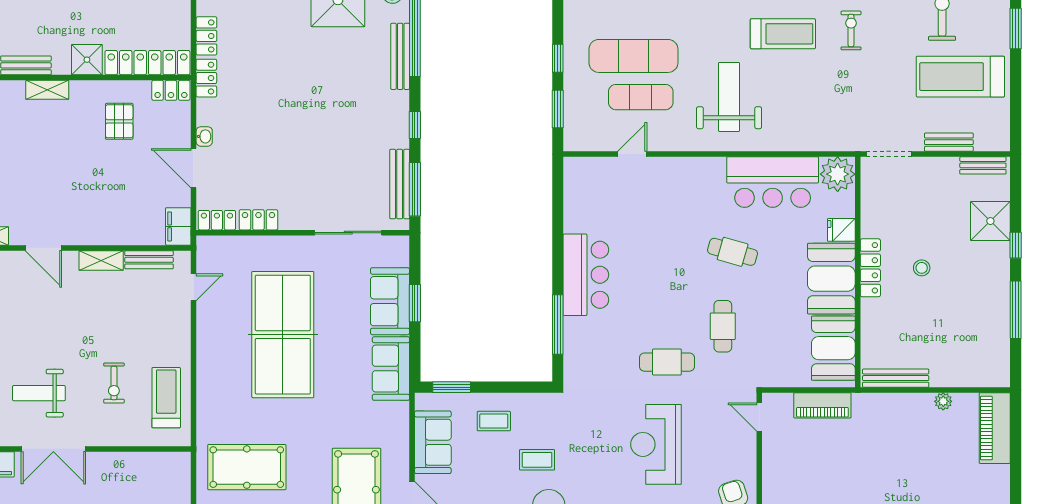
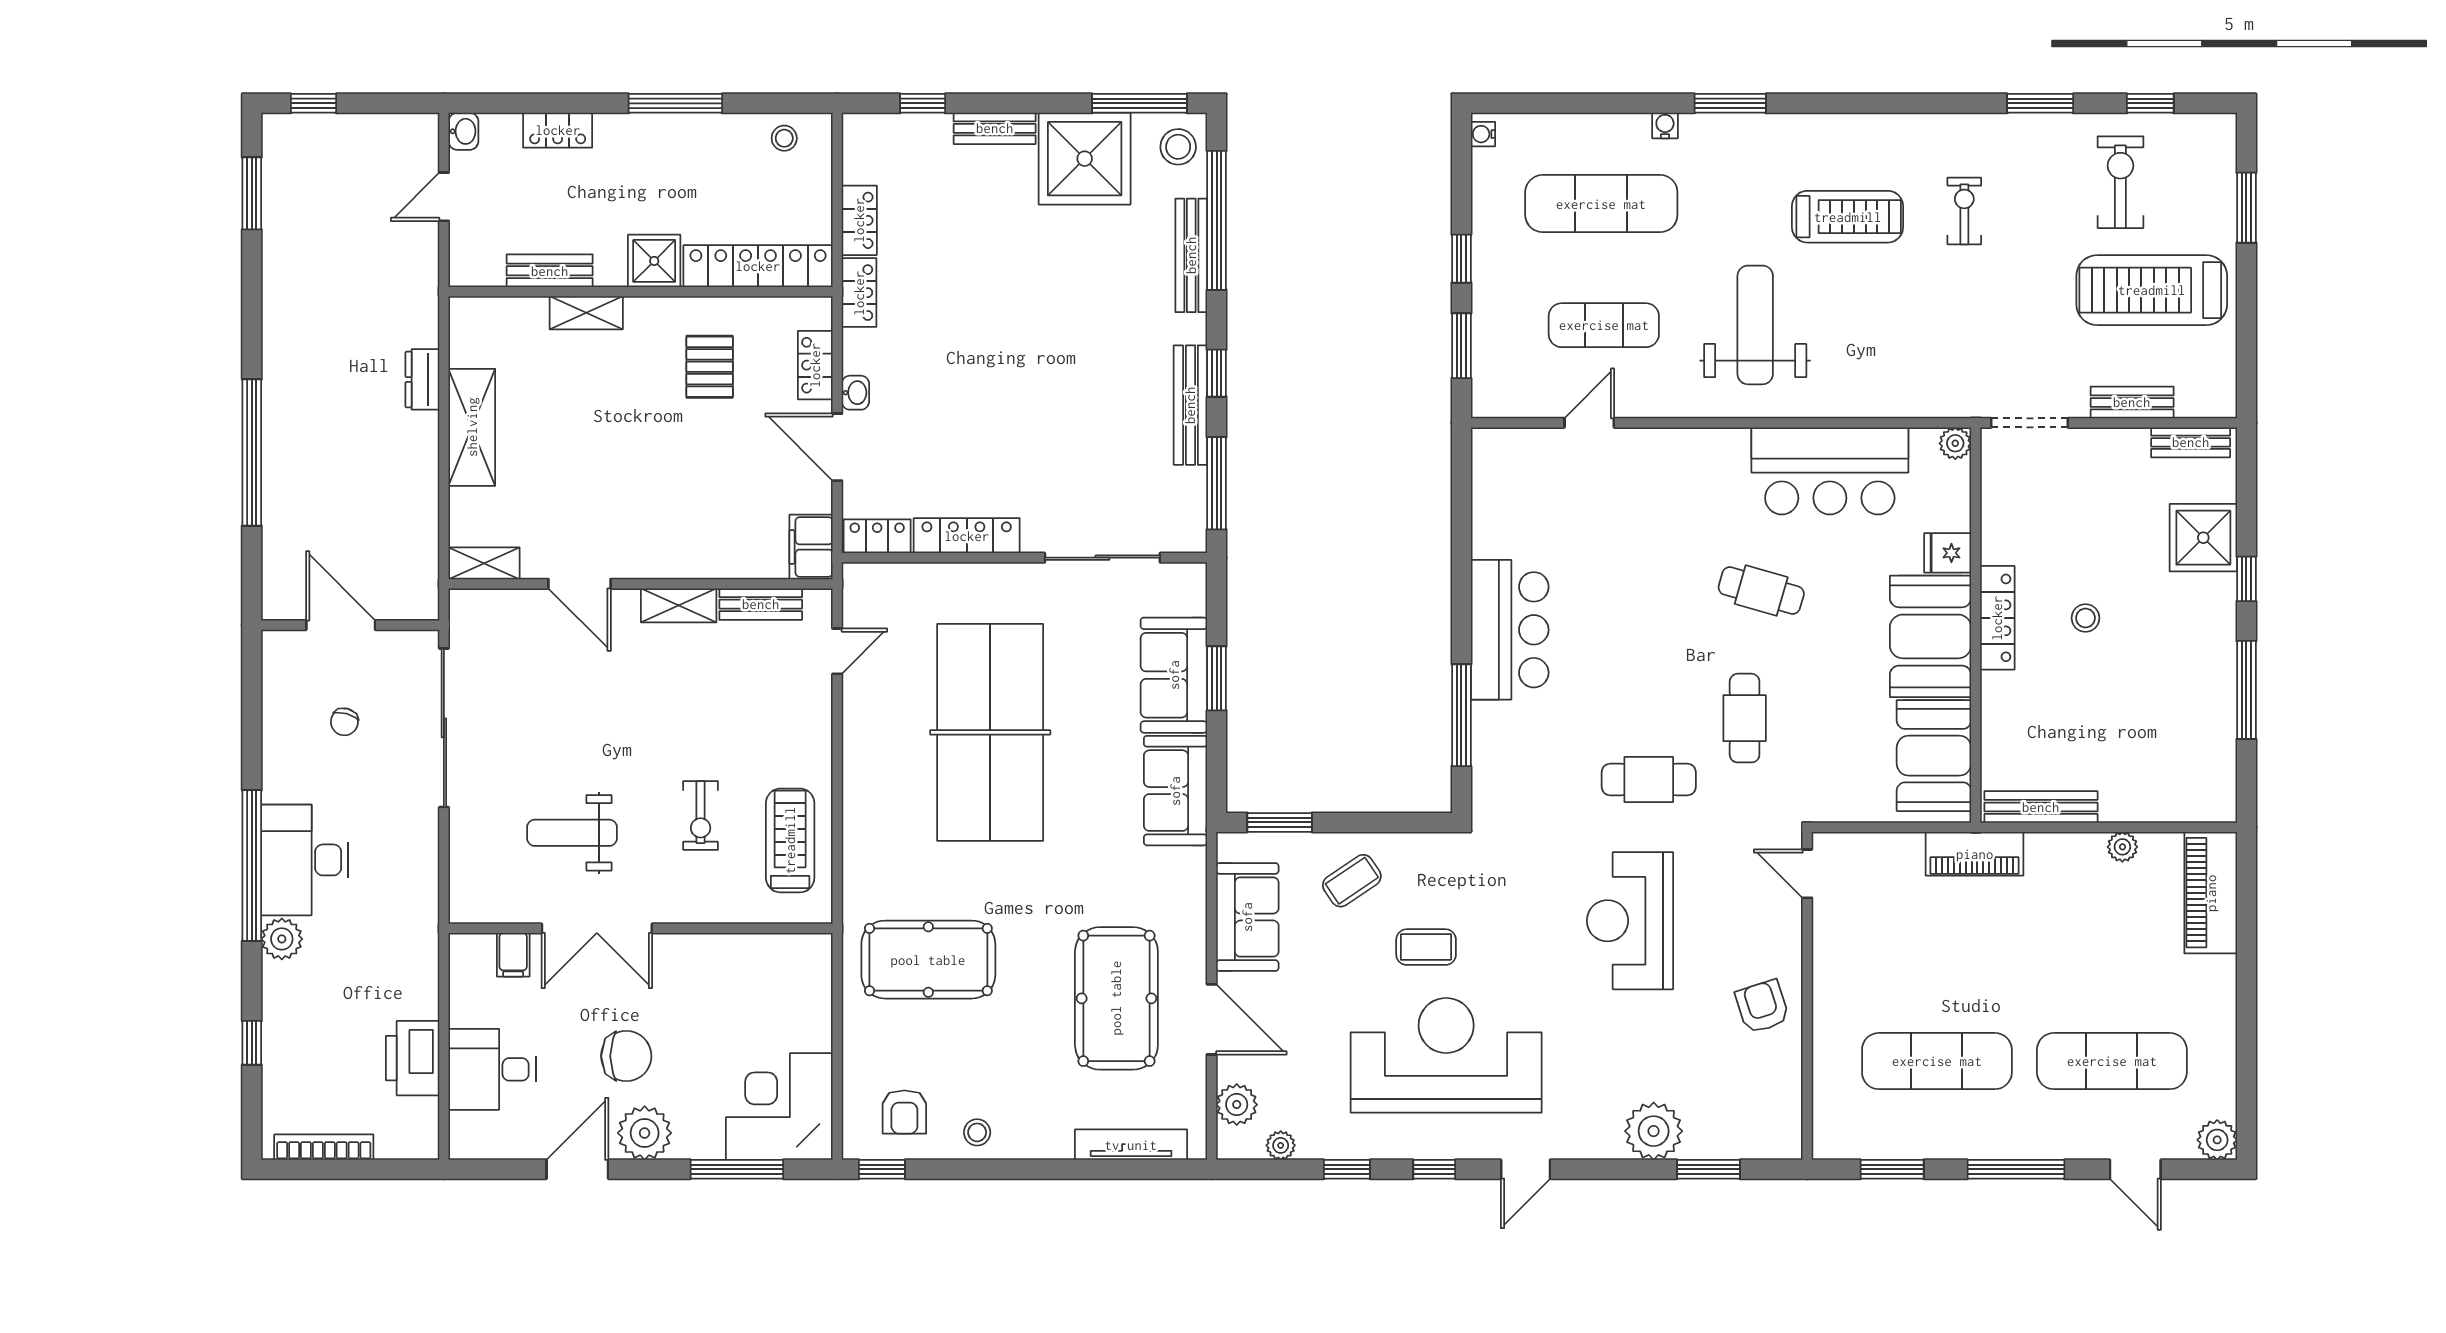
exercise mat: (633, 56) -> (1601, 204), moved
locker: (171, 90) -> (815, 365), moved, turned 90
plant: (838, 174) -> (1955, 443), width x0.53, depth x0.53
bench: (400, 184) -> (1190, 405), moved
locker: (258, 220) -> (967, 536), width x1.53
piano: (822, 405) -> (1975, 854), moved
coffee table: (494, 421) -> (1352, 881), turned -34

